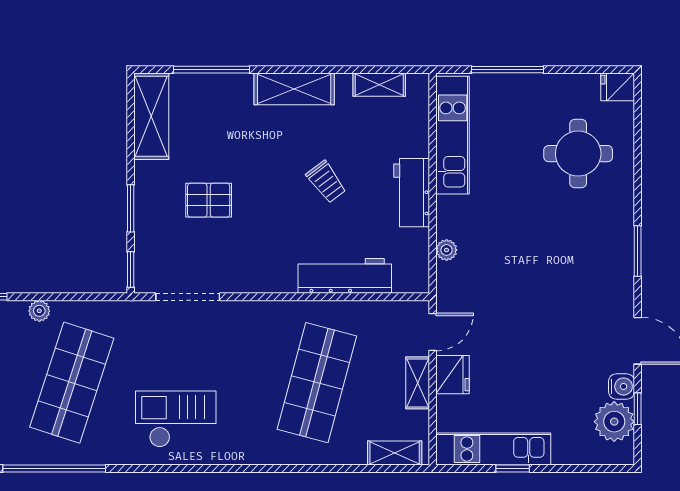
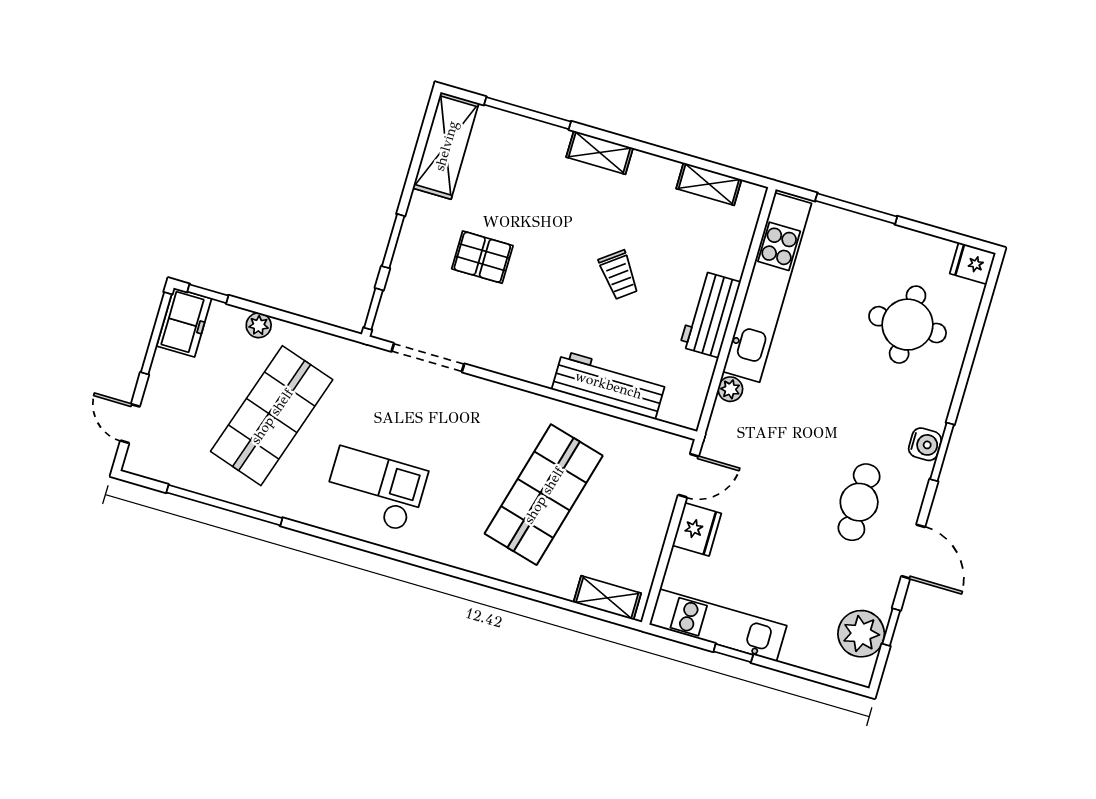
shelving: (294, 89) -> (600, 153), width x0.67, depth x0.75
kitchen unit: (453, 135) -> (767, 287), width x1.36
cafe table: (581, 313) -> (859, 502), added
shelving: (418, 383) -> (655, 527), removed
water cooler: (621, 386) -> (925, 444), moved

